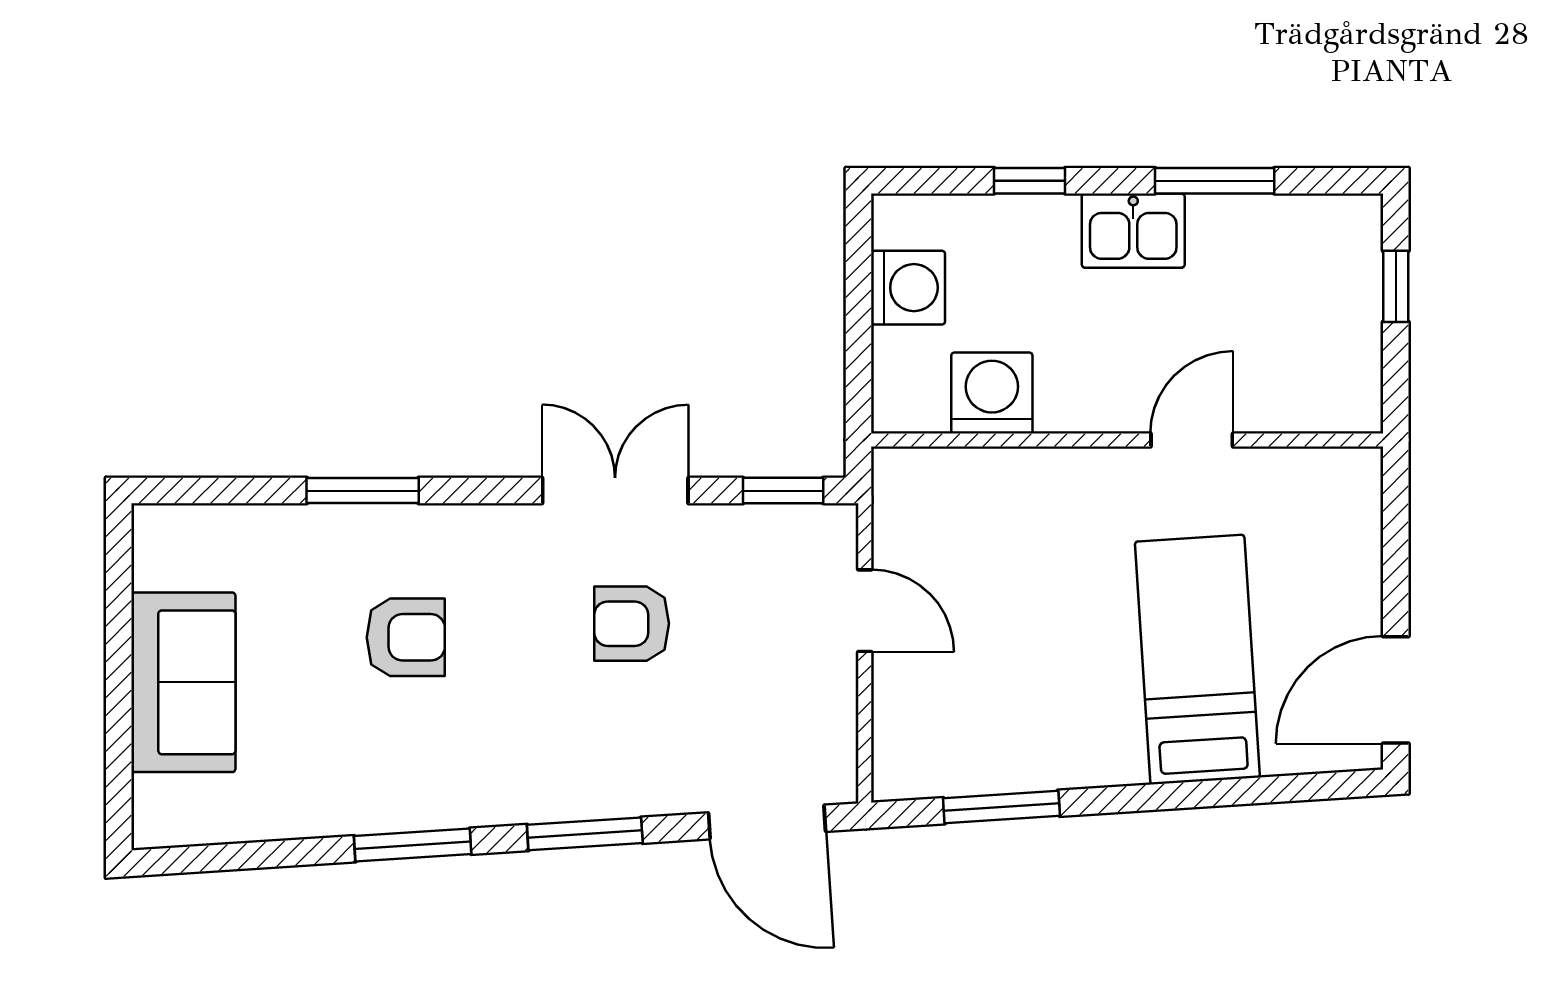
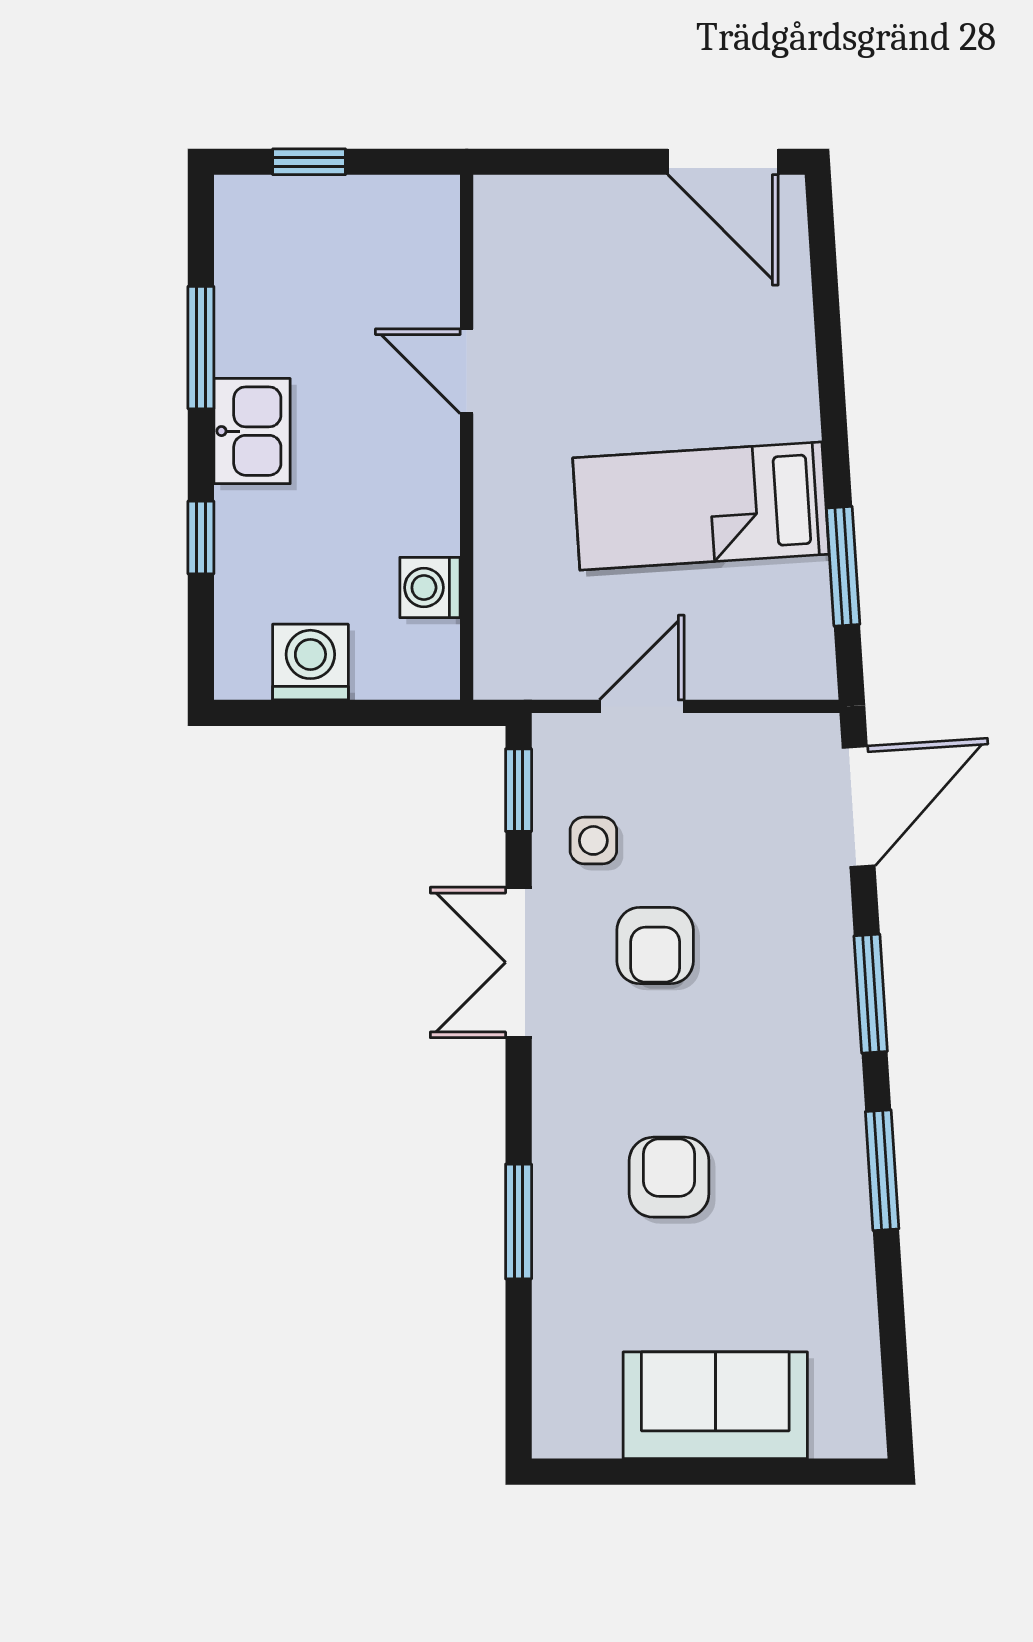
washing machine: (992, 393) -> (430, 588), width x0.73, depth x0.73
side table: (734, 563) -> (593, 840), added
bed: (1197, 660) -> (701, 506), moved

